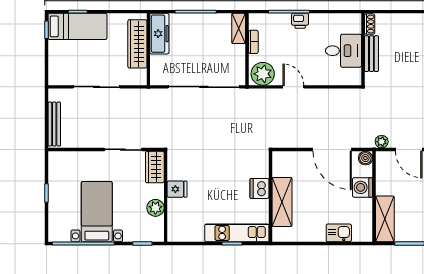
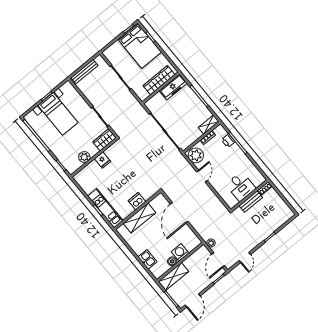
printer: (300, 21) -> (228, 141), moved
bed: (77, 26) -> (140, 46), width x1.50
door: (332, 150) -> (179, 213), moved
boiler: (365, 158) -> (172, 261), moved
bed with nightstands: (97, 212) -> (58, 114), moved, turned 90

